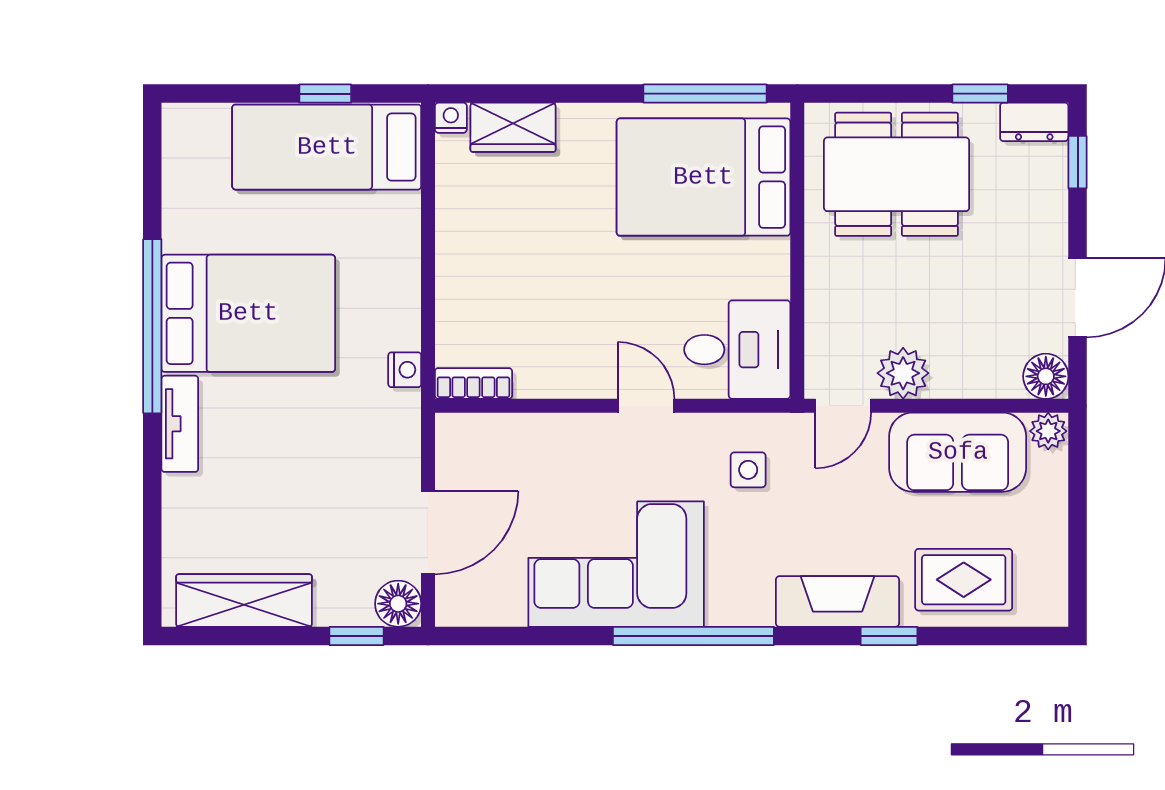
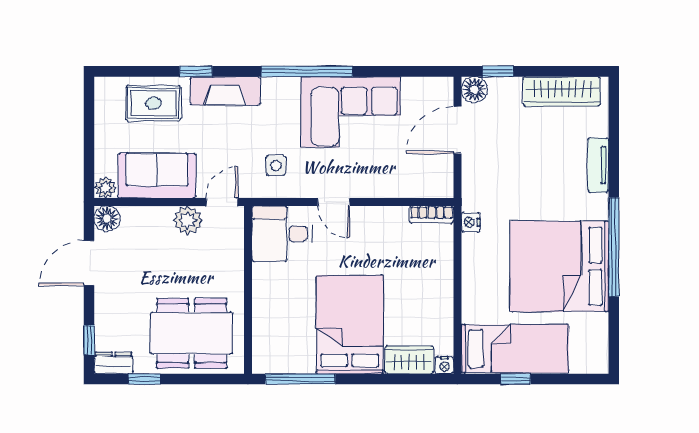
bed: (703, 177) -> (350, 325), moved, turned -90
bed: (248, 313) -> (559, 266), width x1.36
tv unit: (180, 424) -> (598, 165), moved

